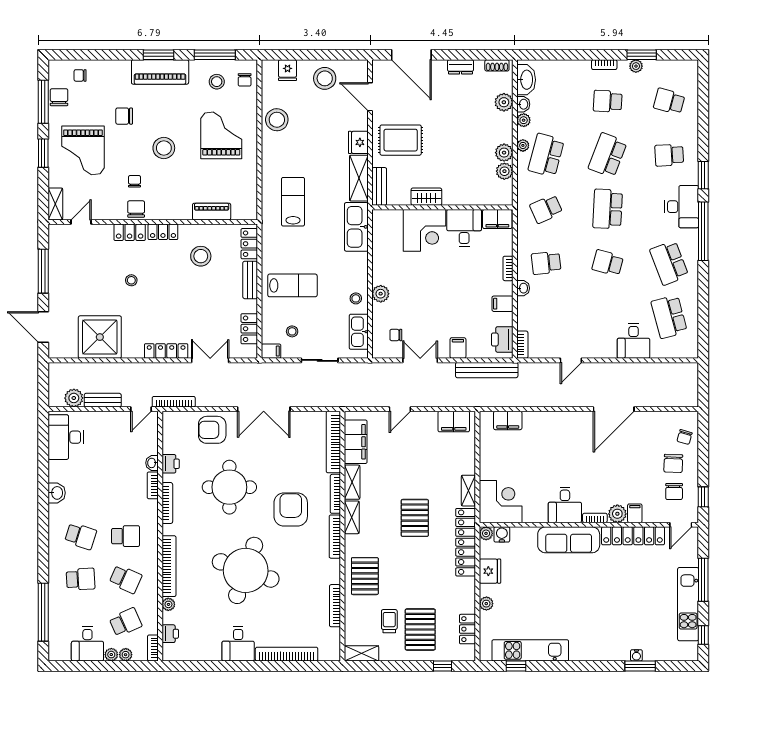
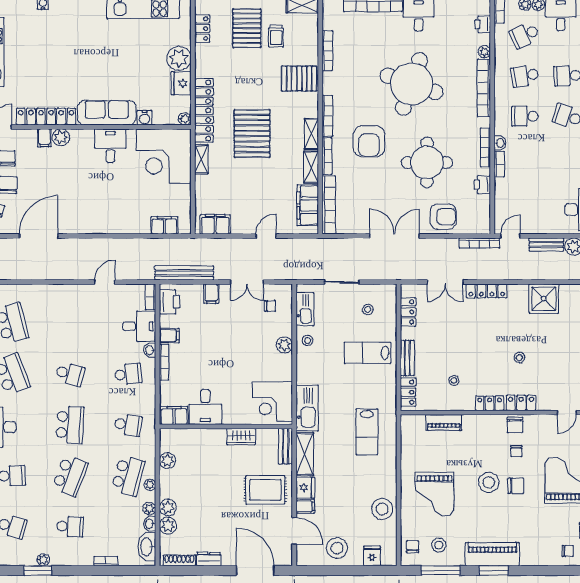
shoe rack: (497, 65) -> (179, 560), width x1.43
bookcase: (604, 65) -> (106, 561), moved
chair: (124, 116) -> (516, 486), moved
plant: (504, 153) -> (168, 507), moved
school desk: (546, 209) -> (128, 425), turned 33
corner desk: (424, 230) -> (272, 402), moved, turned -90
stool: (201, 256) -> (454, 380), width x0.53, depth x0.53
bookcase: (508, 268) -> (164, 362), width x1.56
shower: (100, 337) -> (544, 299), width x0.73, depth x0.73
desk: (634, 341) -> (139, 326), moved, turned 90
filing cabinet: (271, 351) -> (305, 506), moved, turned 180
door: (614, 409) -> (39, 236), moved
washbasin: (152, 463) -> (500, 143), moved
corner desk: (501, 502) -> (164, 156), width x1.36, depth x1.36
pallet: (415, 518) -> (252, 133), width x1.37, depth x1.41
bookcase: (595, 518) -> (82, 133), removed
water cooler: (502, 534) -> (145, 118), moved
pallet: (365, 576) -> (299, 79), turned 90
school desk: (126, 579) -> (525, 76), turned -33
plant: (486, 604) -> (179, 58), width x1.88, depth x1.88

